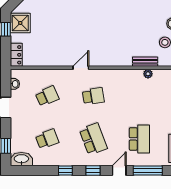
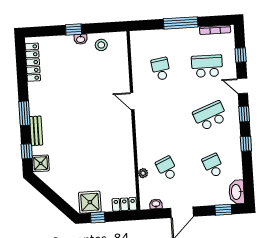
bench: (145, 62) -> (123, 65), removed
door: (81, 68) -> (132, 101), moved
plant: (148, 74) -> (143, 173), moved
school desk: (93, 96) -> (161, 69), moved
window: (148, 171) -> (241, 55), width x0.46

